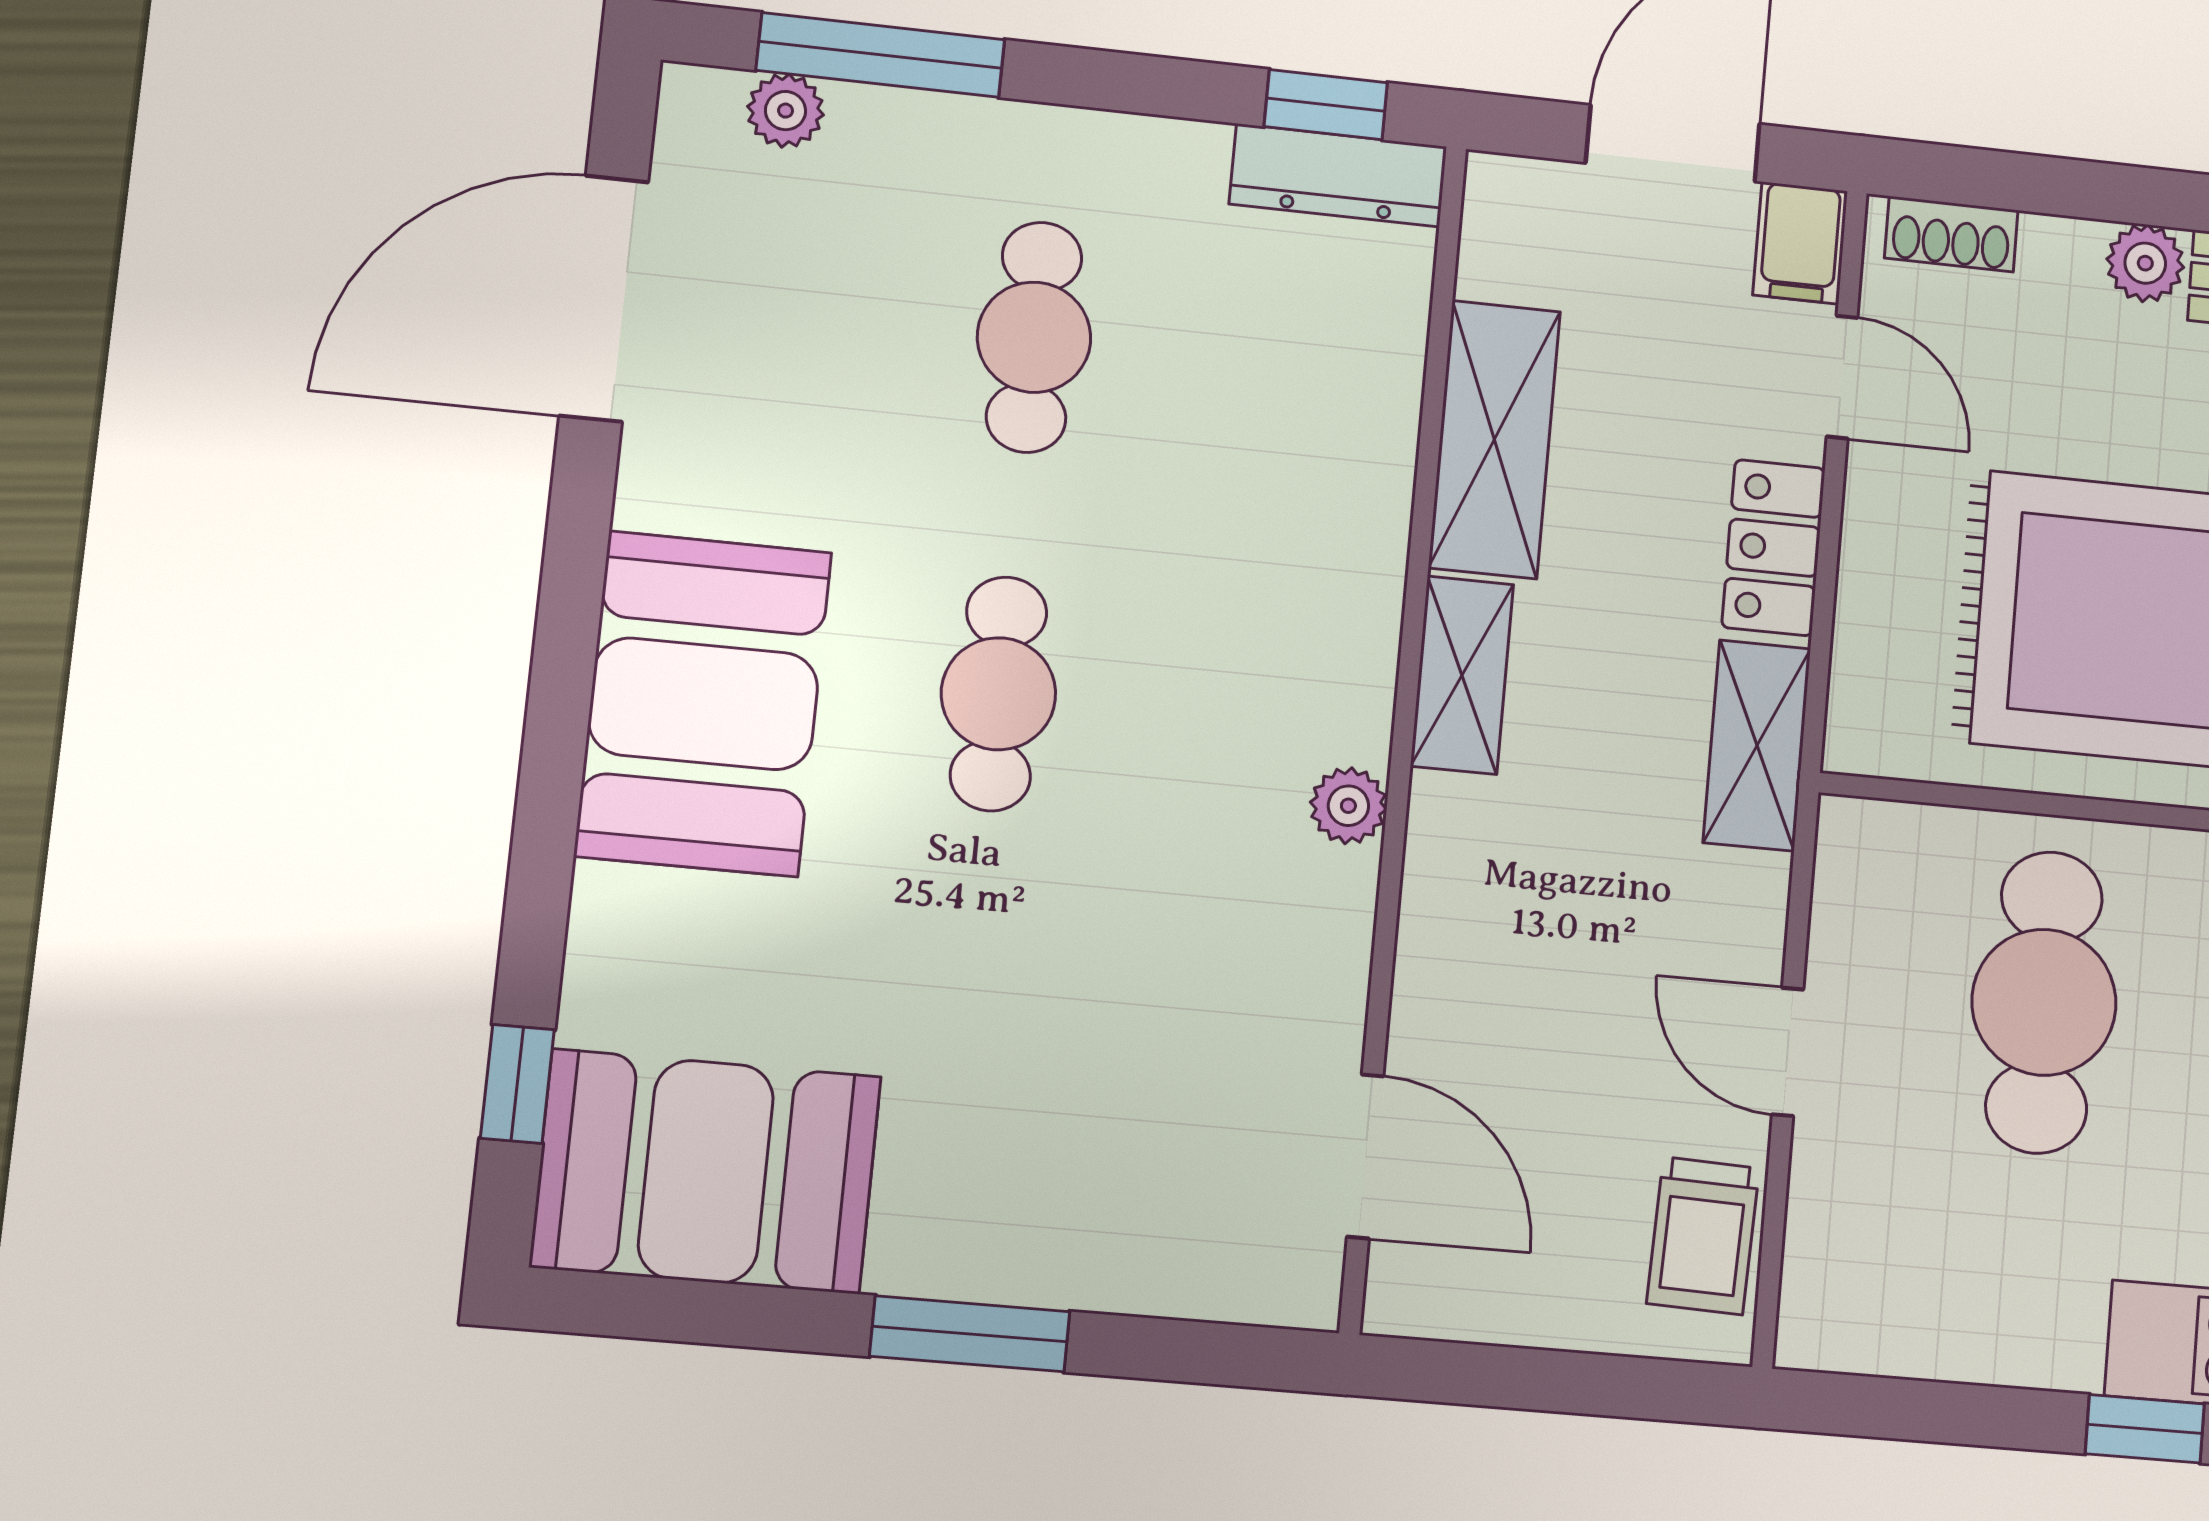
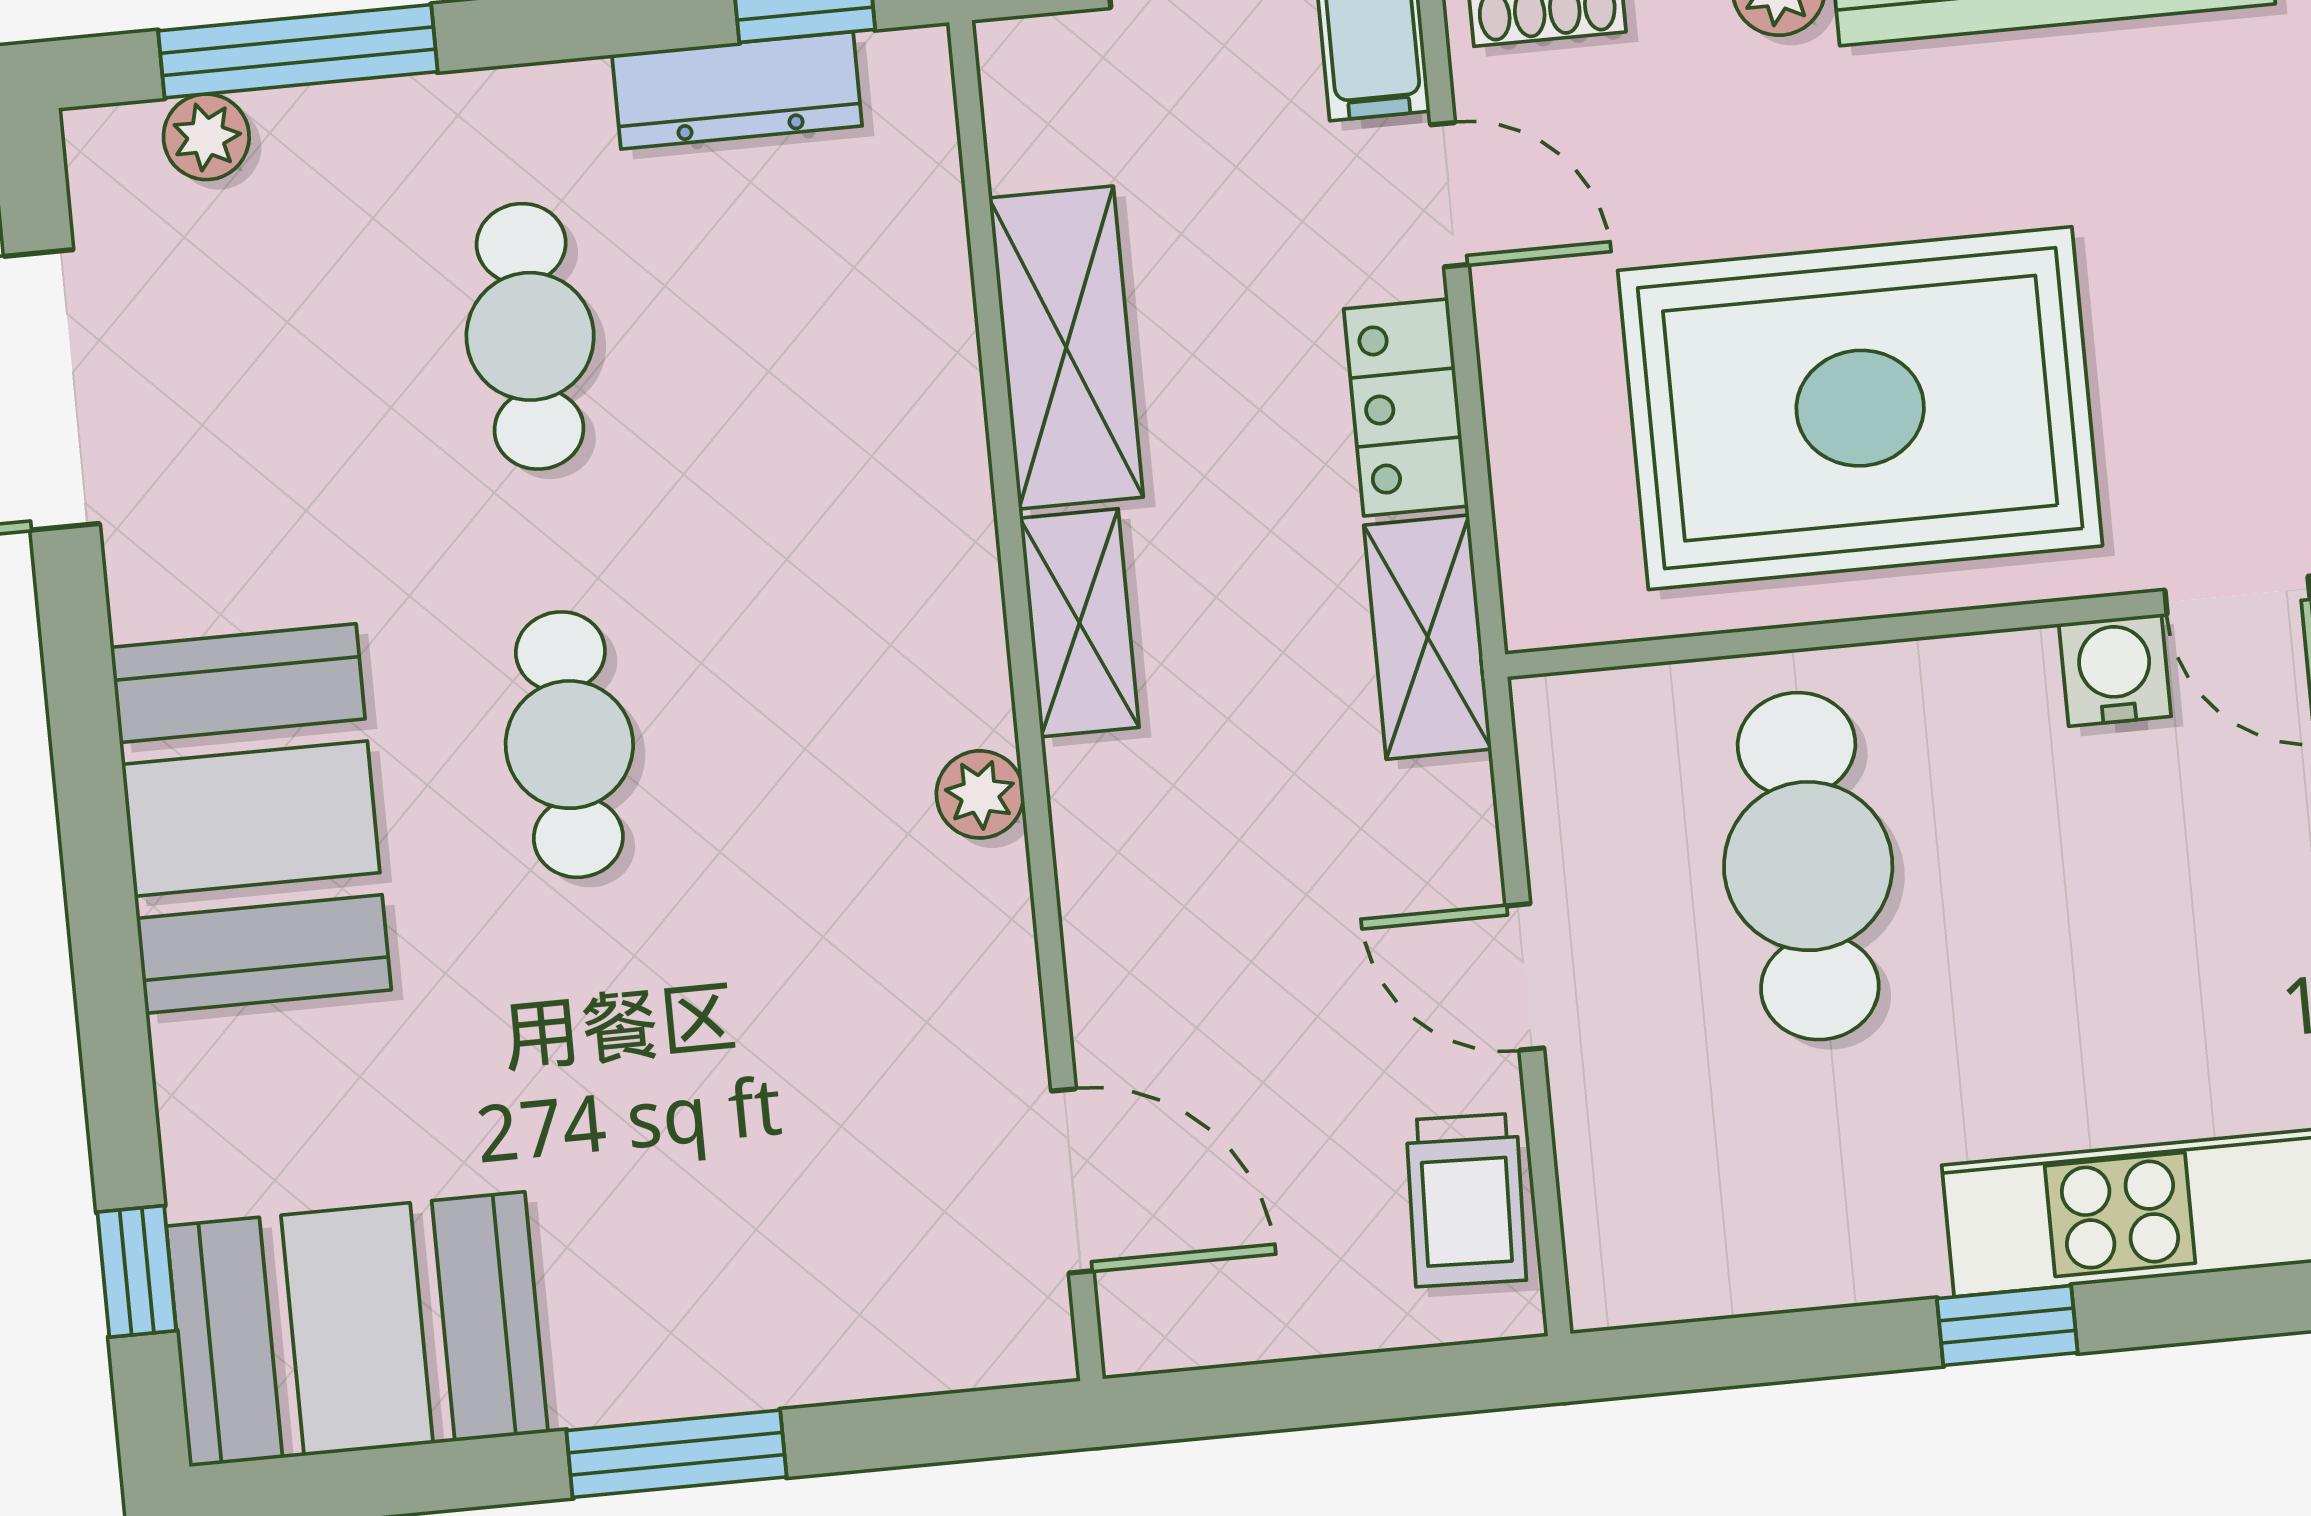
dresser: (1338, 175) -> (737, 90), moved

